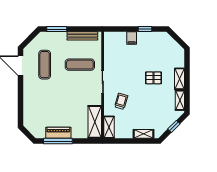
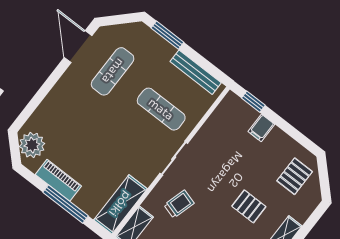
window: (145, 29) -> (253, 102), moved
pallet: (164, 48) -> (295, 176), added
plant: (34, 126) -> (32, 145), added
window: (58, 141) -> (66, 204), moved

